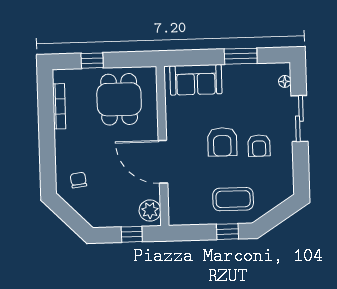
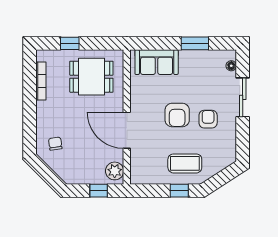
dining table: (119, 99) -> (91, 77), turned 90
armchair: (259, 146) -> (208, 119), turned 180

